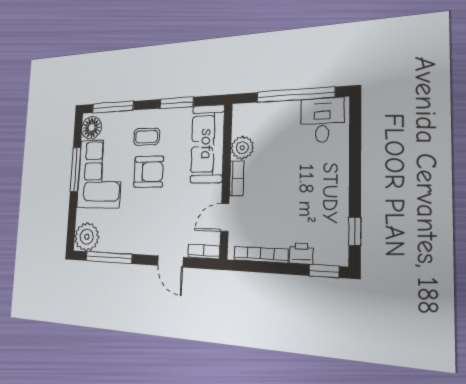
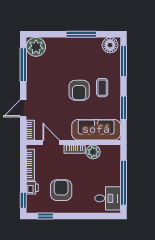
corner sofa: (100, 174) -> (78, 54), removed
armchair: (306, 202) -> (61, 190), added

